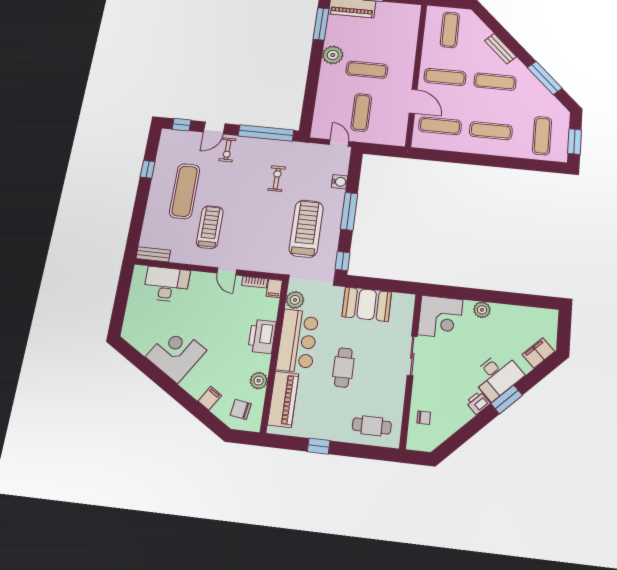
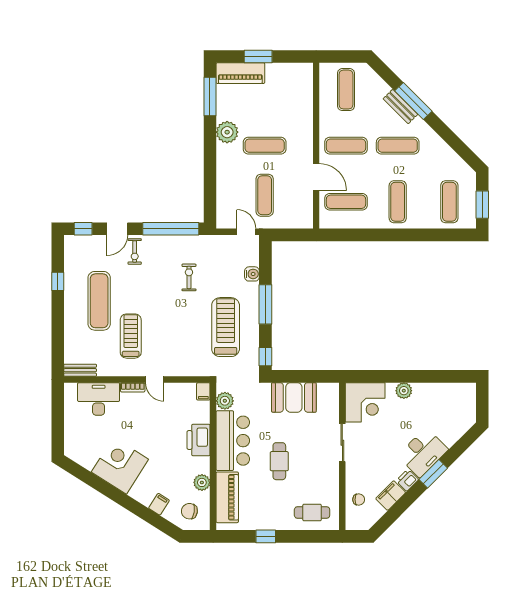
window: (545, 78) -> (413, 101), moved
exercise mat: (491, 131) -> (398, 202), turned 90
bookcase: (255, 282) -> (133, 387), moved
filing cabinet: (538, 353) -> (391, 496), moved

